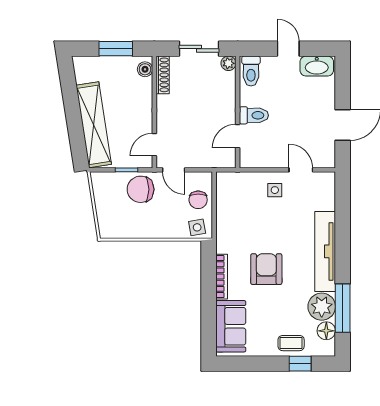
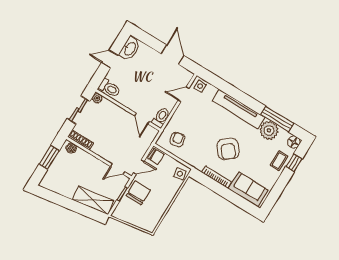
toilet: (254, 115) -> (161, 117), moved
shelving: (94, 125) -> (93, 200), width x0.68
door: (154, 145) -> (118, 169), hinge flipped
chair: (141, 189) -> (138, 193), turned 180
side table: (275, 190) -> (200, 86), moved
armchair: (239, 197) -> (177, 140), added
chair: (198, 200) -> (156, 156), moved
armchair: (266, 269) -> (228, 149), turned -128
floor lamp: (326, 331) -> (294, 142), moved

